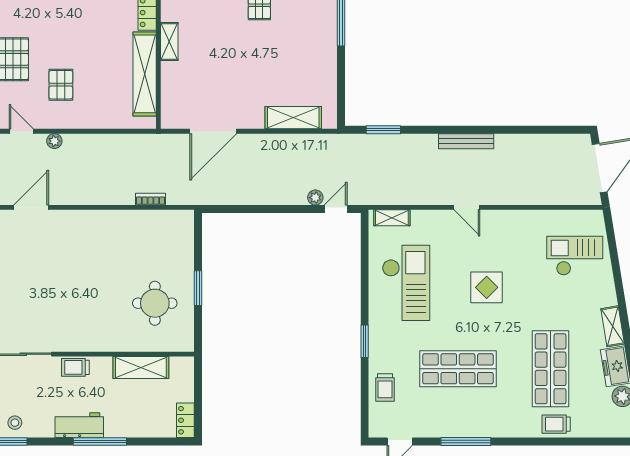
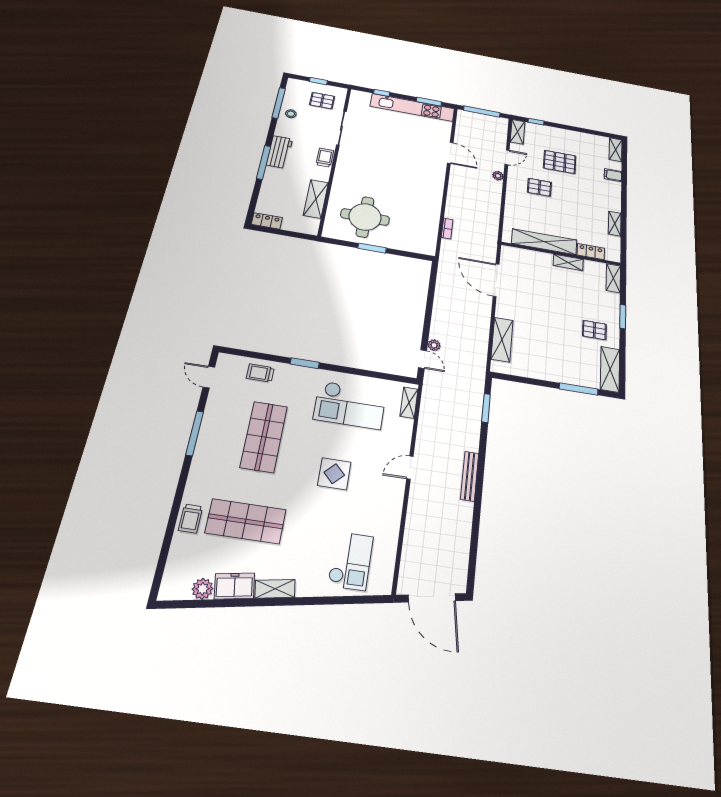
round table: (155, 303) -> (365, 217), width x1.36, depth x1.36
trolley: (556, 424) -> (191, 519), turned 180

